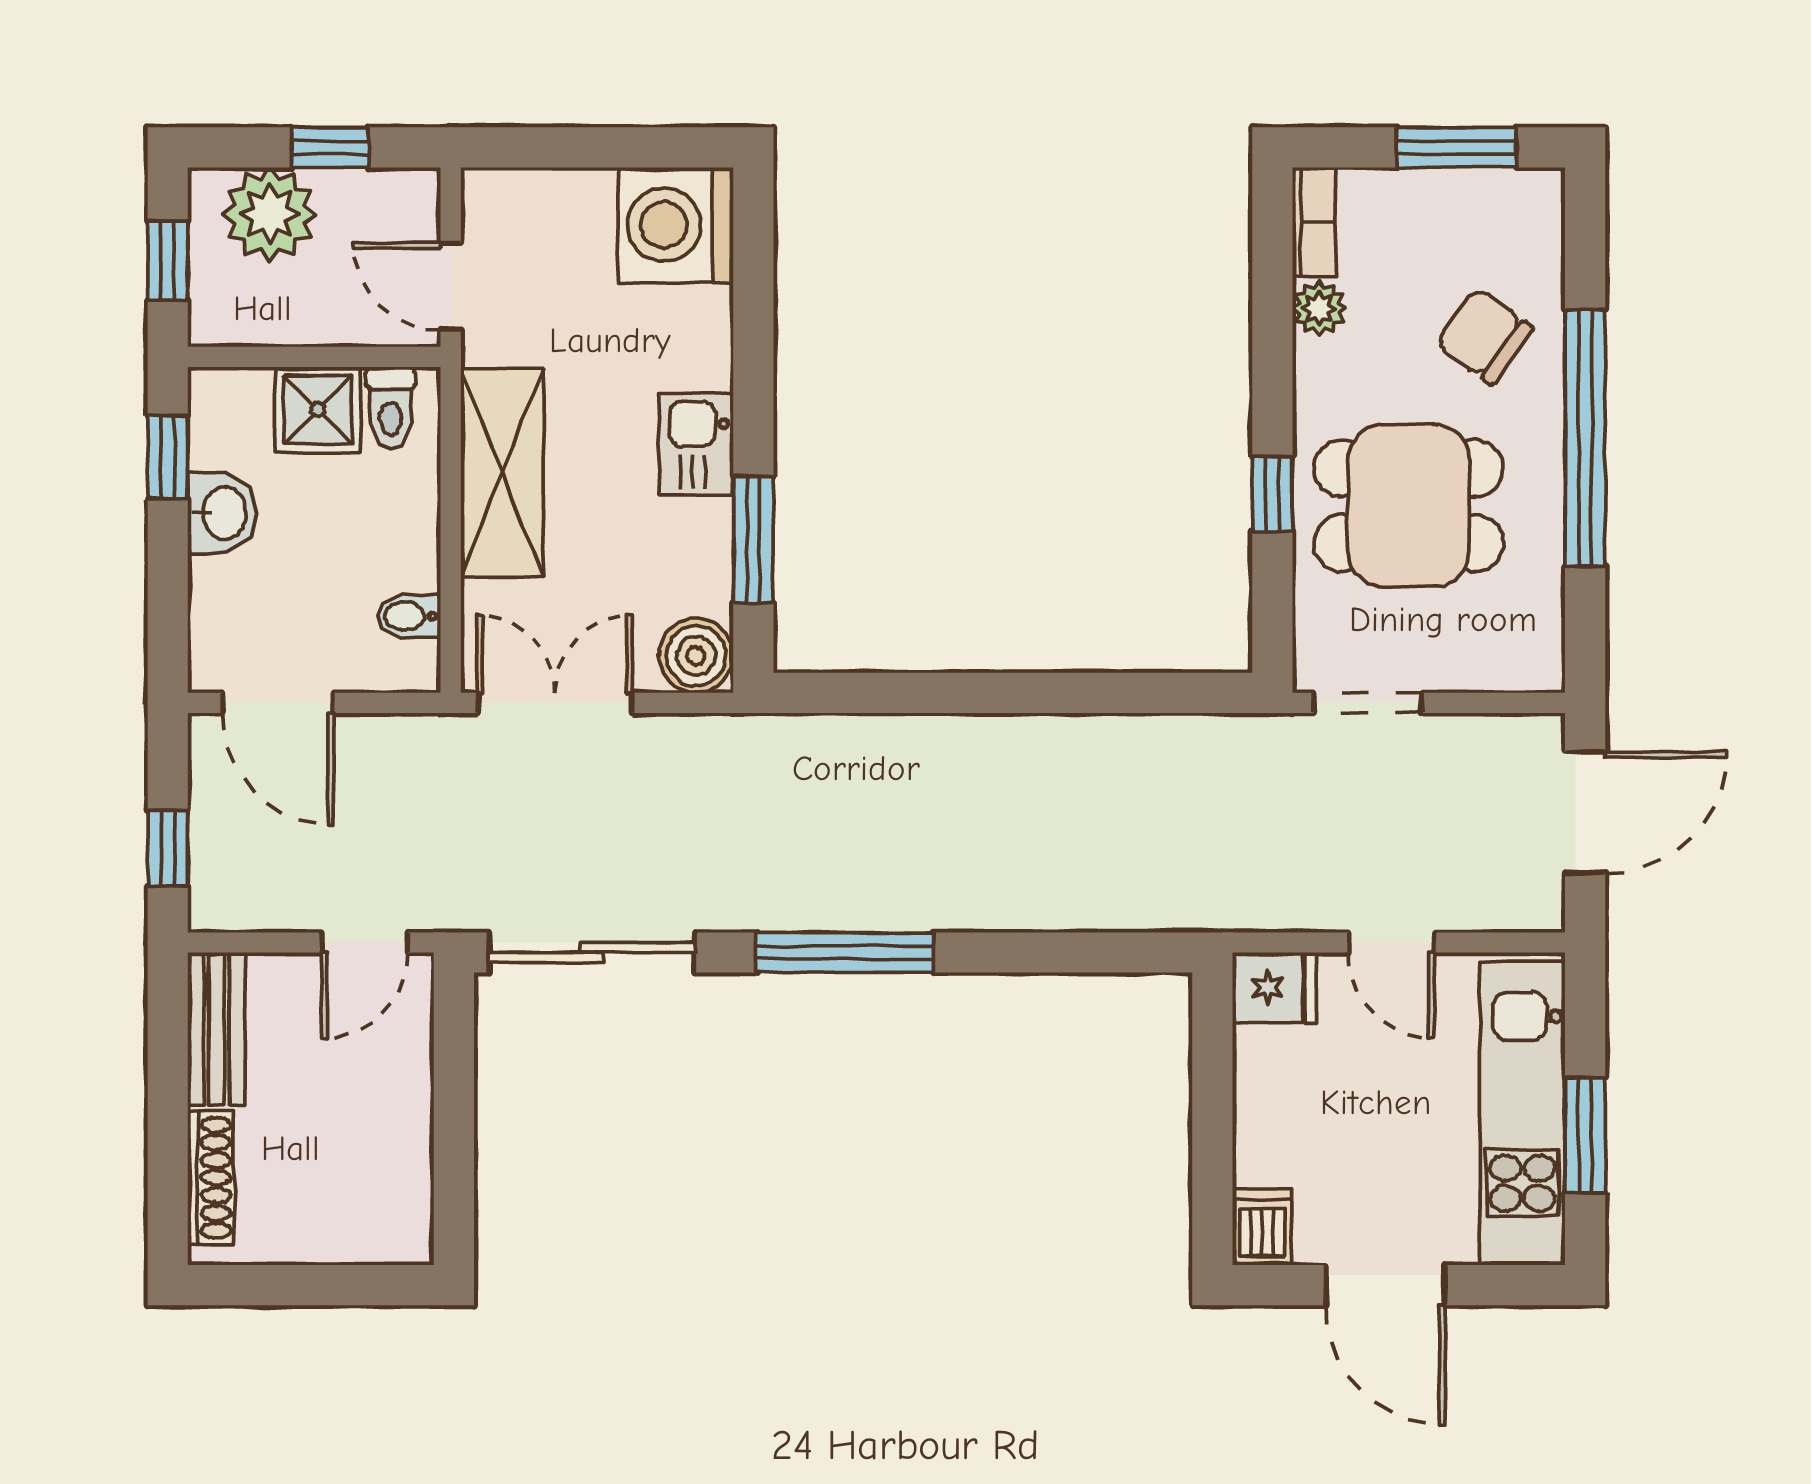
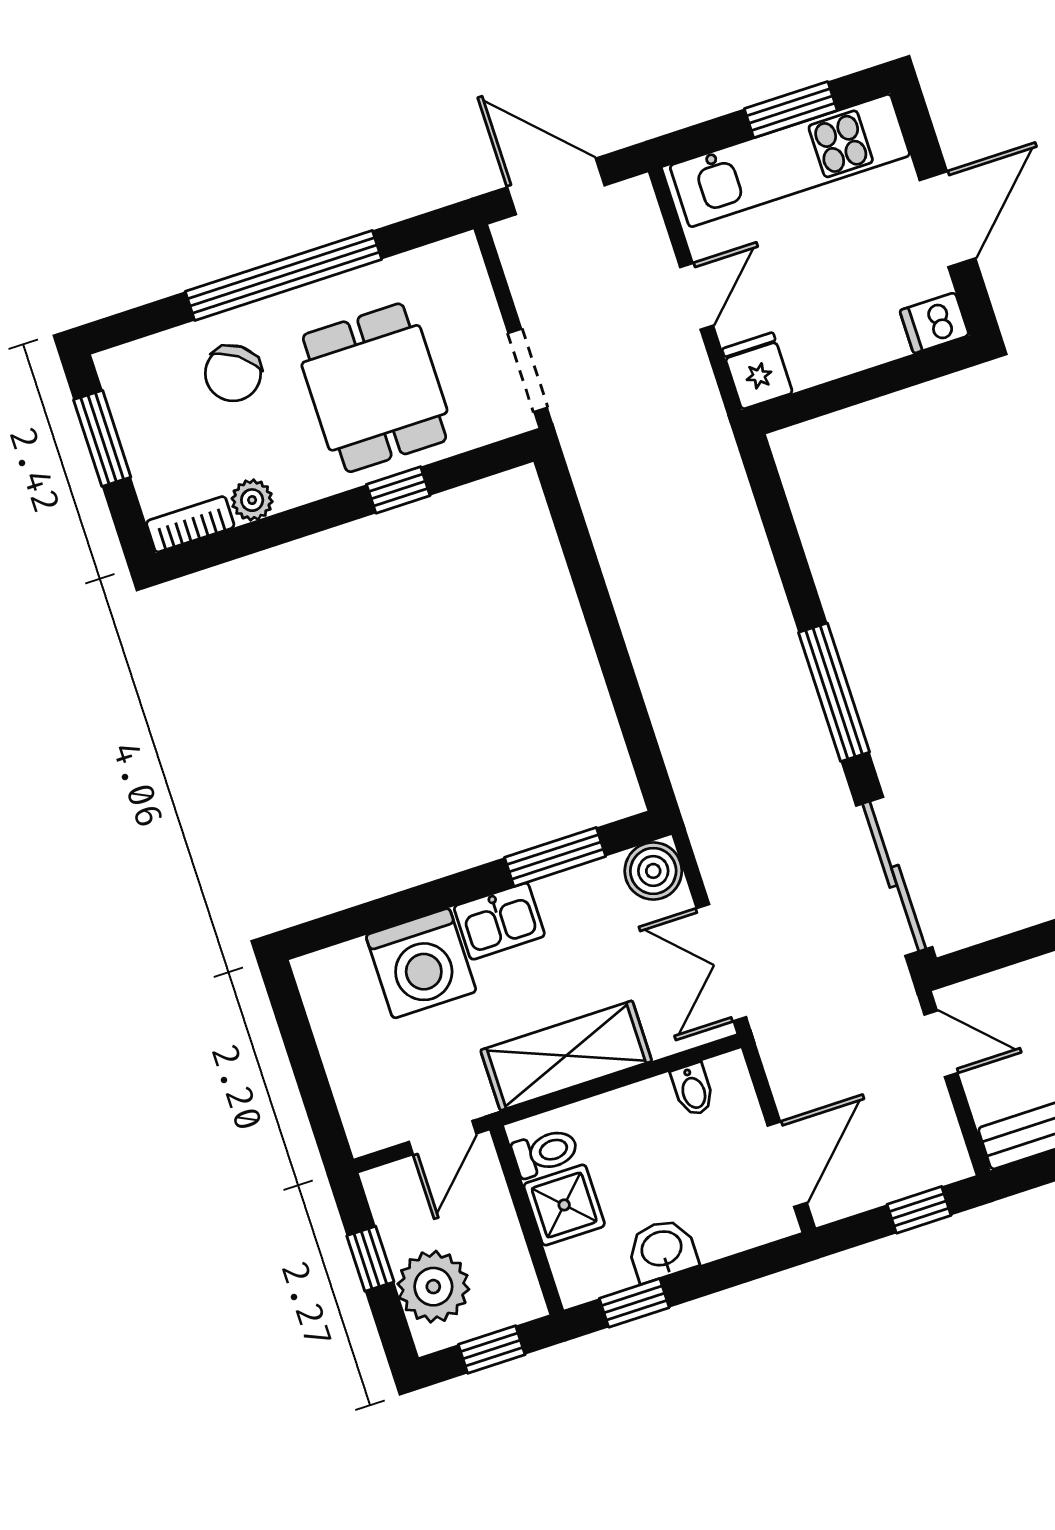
washing machine: (676, 225) -> (421, 963), moved

